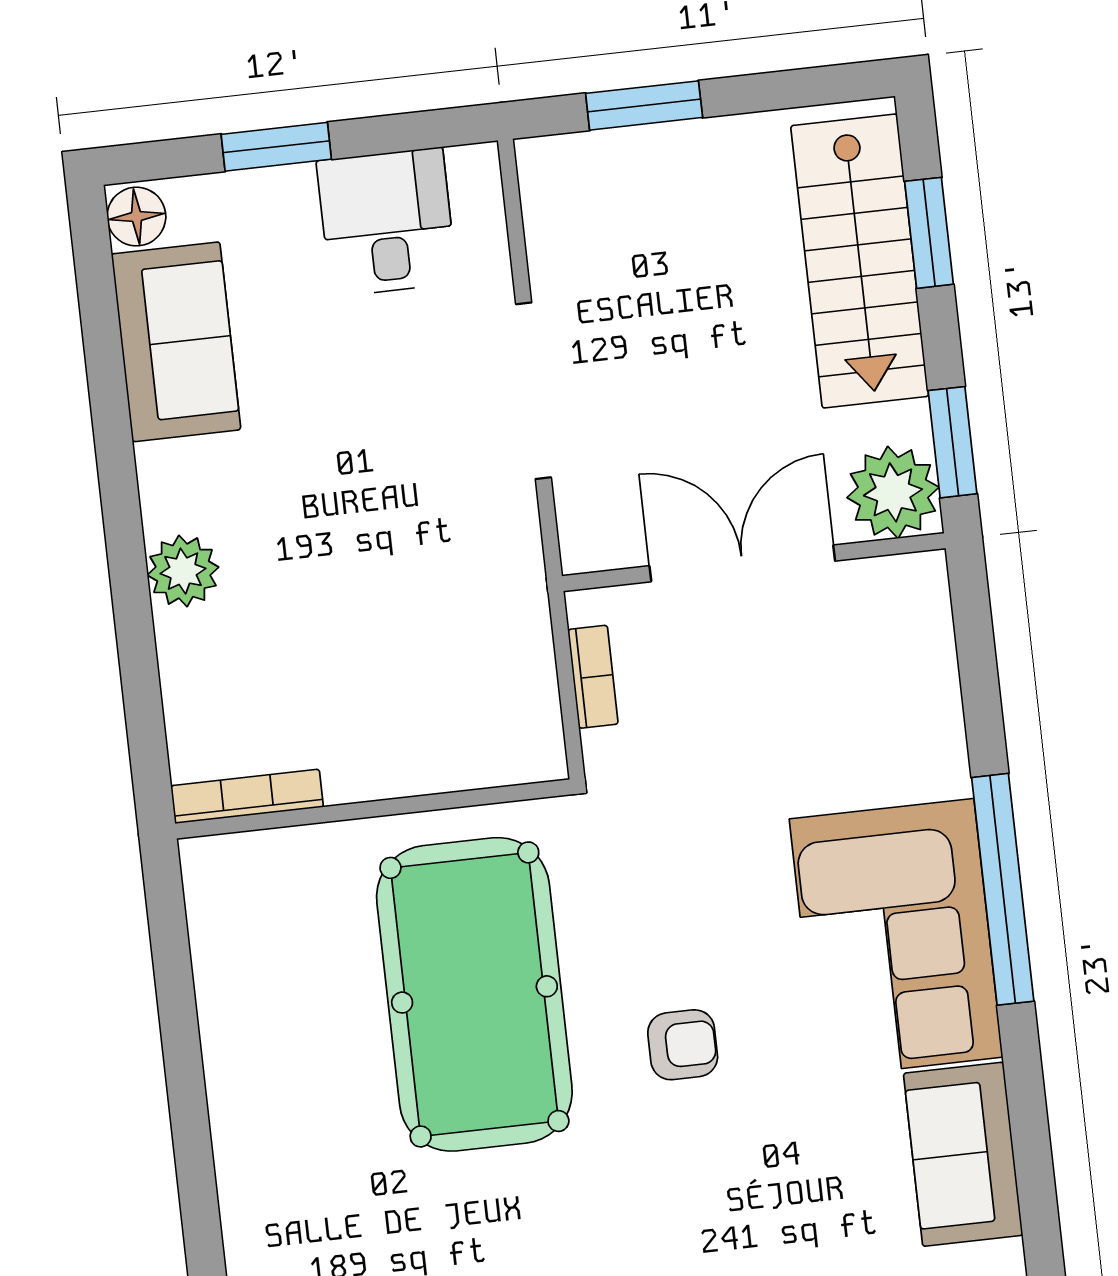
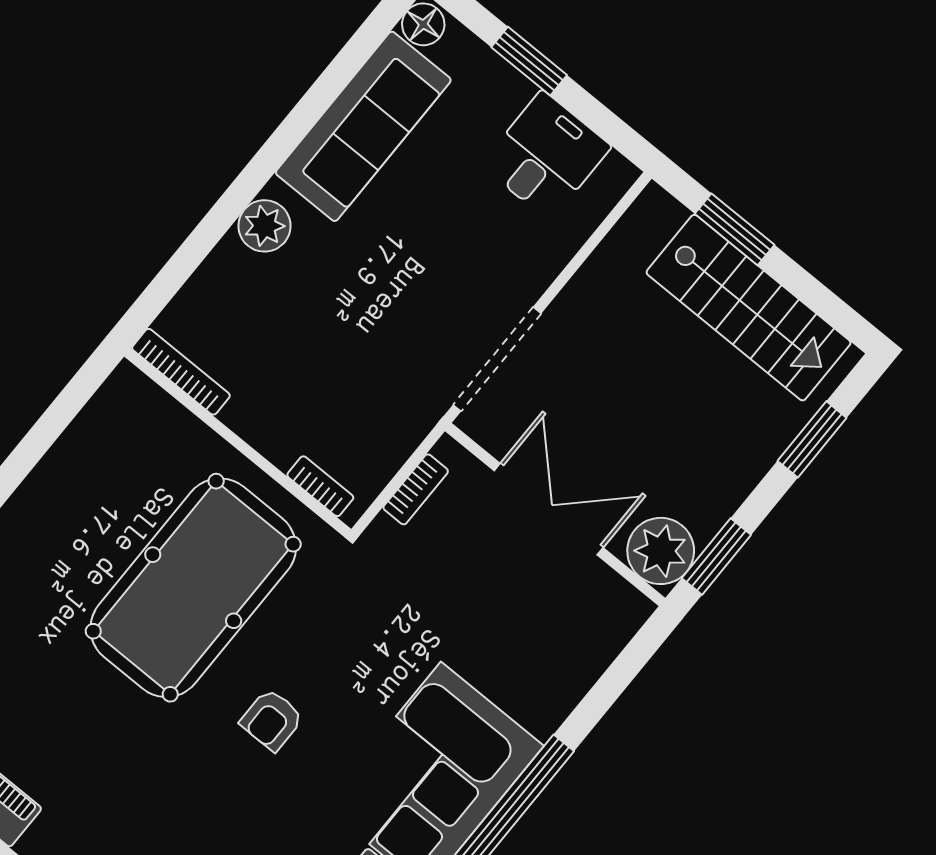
stairs: (860, 261) -> (749, 308), moved, turned -90
sofa: (176, 342) -> (363, 126), width x1.36
doorway: (534, 391) -> (497, 359), moved
bookcase: (497, 769) -> (320, 486), added
armchair: (683, 1045) -> (272, 720), turned 90

